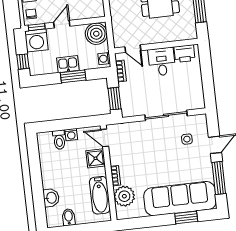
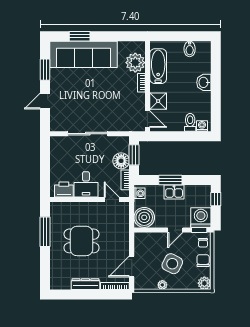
floor lamp: (128, 91) -> (121, 161), added
washing machine: (71, 135) -> (202, 126), moved
side table: (187, 139) -> (71, 109), removed
window: (219, 178) -> (45, 70), width x0.69
washbasin: (51, 198) -> (204, 82), moved

